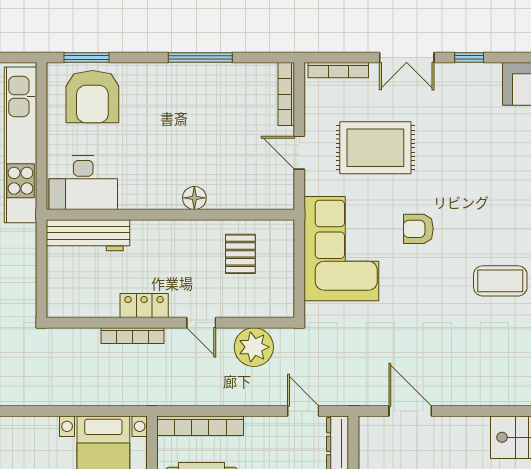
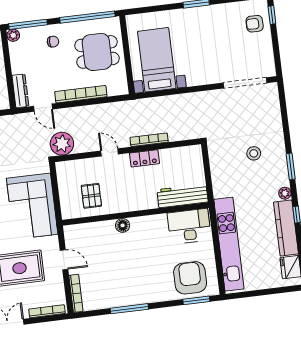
plant: (254, 347) -> (62, 144), moved
bookcase: (200, 426) -> (81, 94), moved

